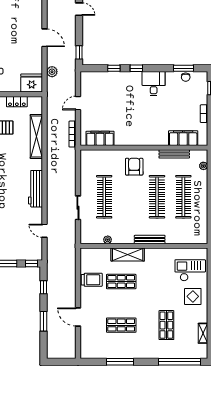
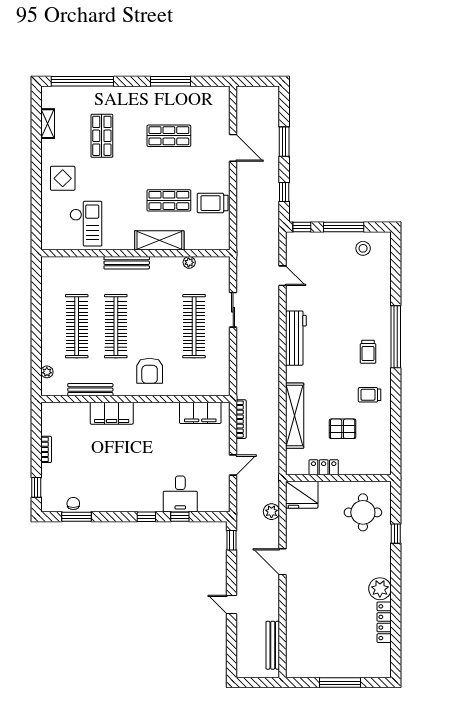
desk: (154, 84) -> (180, 494), moved
filing cabinet: (183, 138) -> (112, 413), moved
checkout: (190, 270) -> (86, 224), moved, turned -90

